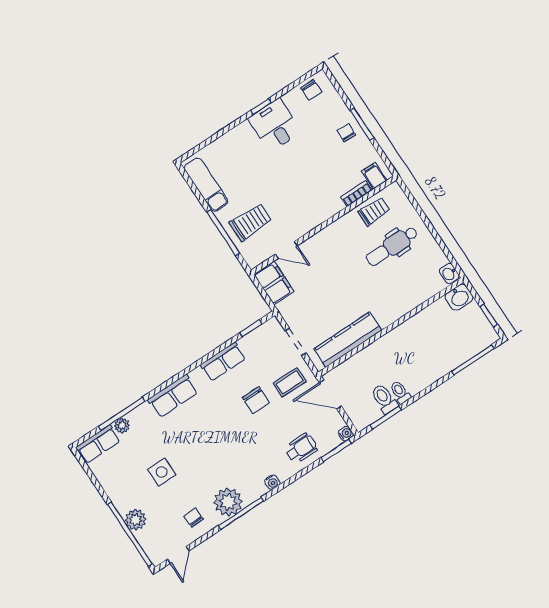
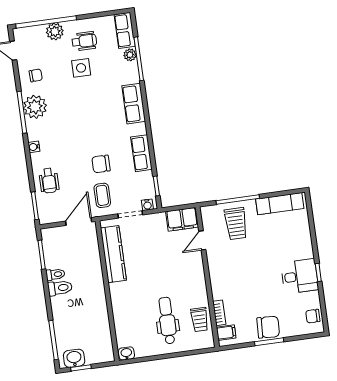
chair: (347, 133) -> (268, 327), width x1.87, depth x1.87
washbasin: (459, 297) -> (74, 358), moved, turned 90
toilet: (384, 399) -> (60, 288), moved
water cooler: (346, 434) -> (147, 205), moved
wheelchair: (131, 483) -> (84, 41), added

